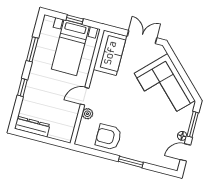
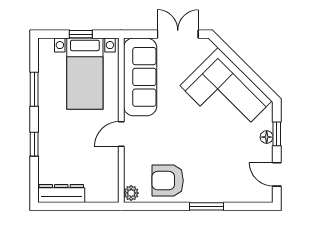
sofa: (110, 53) -> (140, 77), width x1.36
plant: (87, 114) -> (131, 193), moved
window: (193, 124) -> (277, 134), width x0.67
floor lamp: (182, 136) -> (267, 137), moved
door: (185, 152) -> (277, 174), hinge flipped

